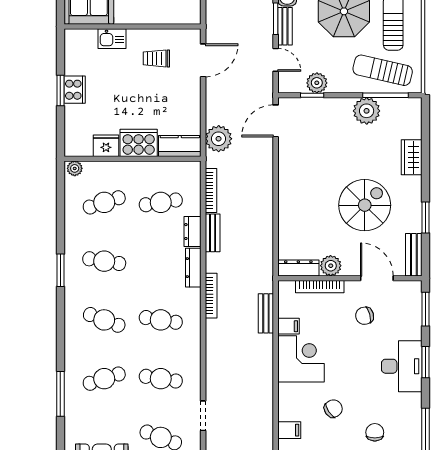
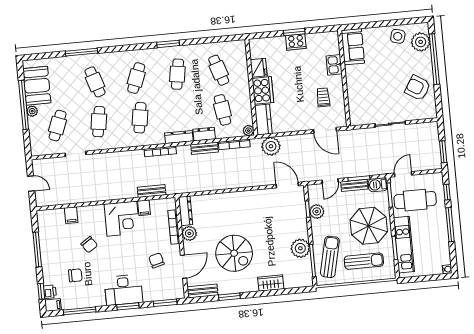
plant: (75, 168) -> (248, 131), moved

